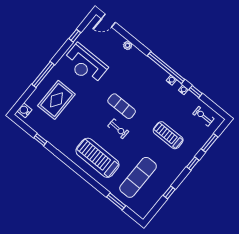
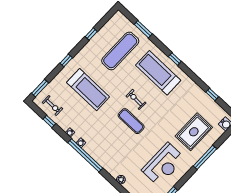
reception desk: (85, 64) -> (163, 164), turned 90
window: (196, 92) -> (49, 121), moved
treadmill: (168, 135) -> (88, 90), width x1.37, depth x1.38
window: (210, 143) -> (40, 88), moved
treadmill: (97, 158) -> (158, 73), turned 180
window: (81, 173) -> (175, 59), added

